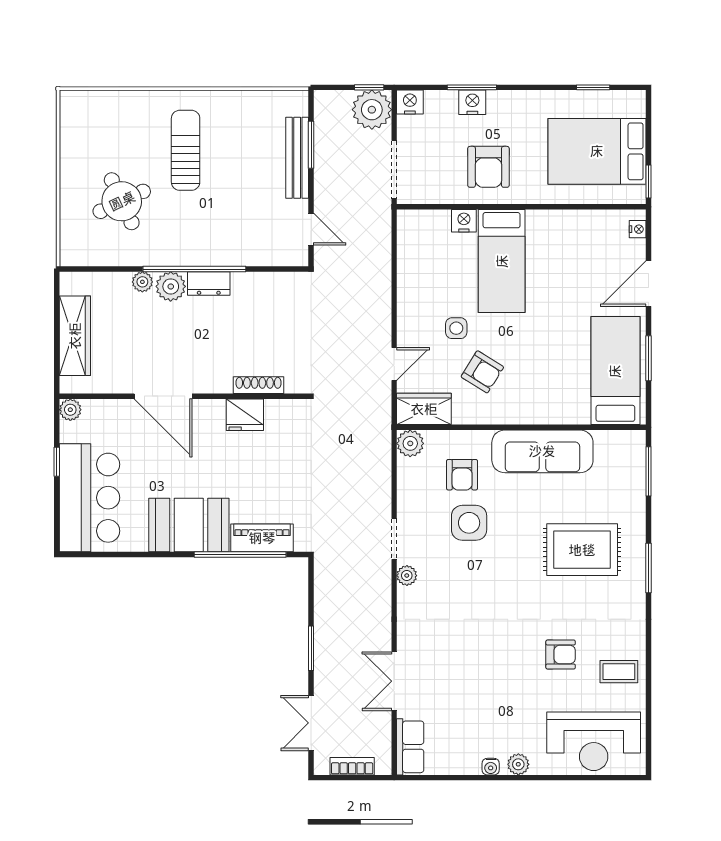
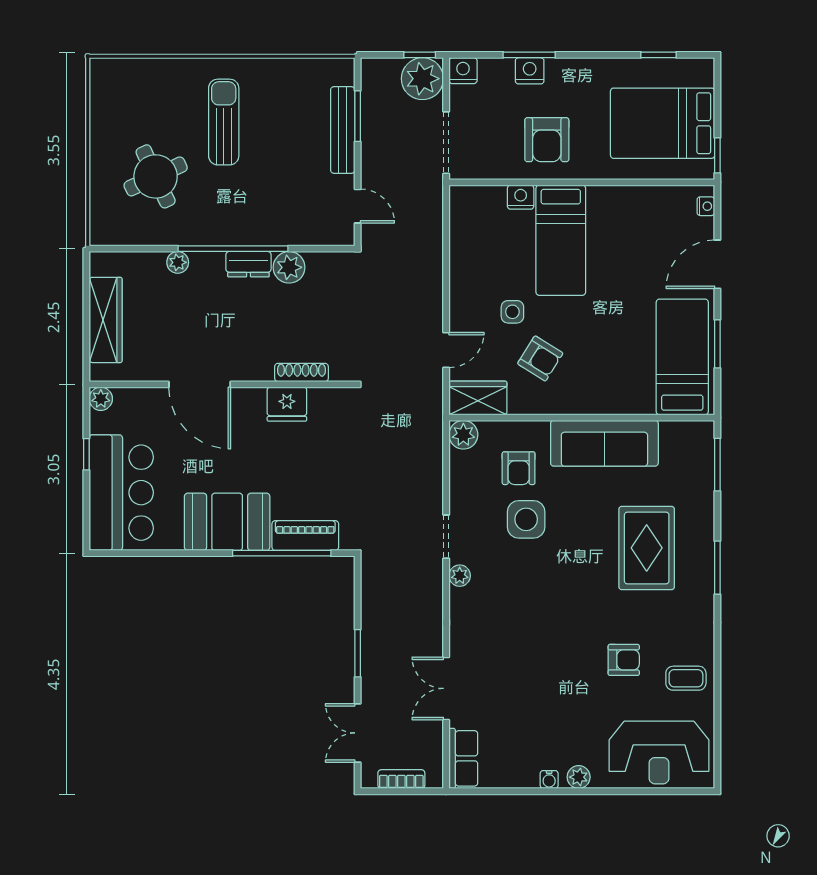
plant: (171, 286) -> (289, 267), moved
rug: (582, 550) -> (647, 548), turned 90

